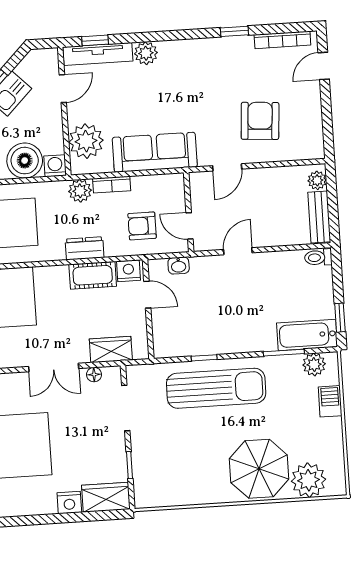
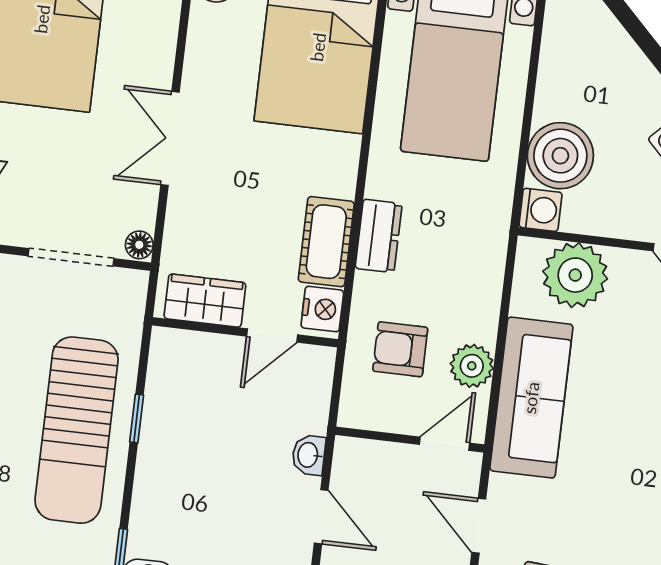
bookcase: (112, 185) -> (487, 307), removed
plant: (80, 191) -> (472, 366), moved
armchair: (142, 226) -> (400, 349), turned -90
door: (190, 226) -> (445, 444), moved
washbasin: (179, 266) -> (309, 455), moved
wardrobe: (111, 350) -> (205, 301), moved, turned -90
floor lamp: (94, 375) -> (139, 245), moved

